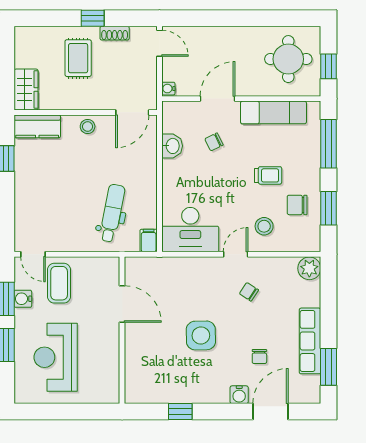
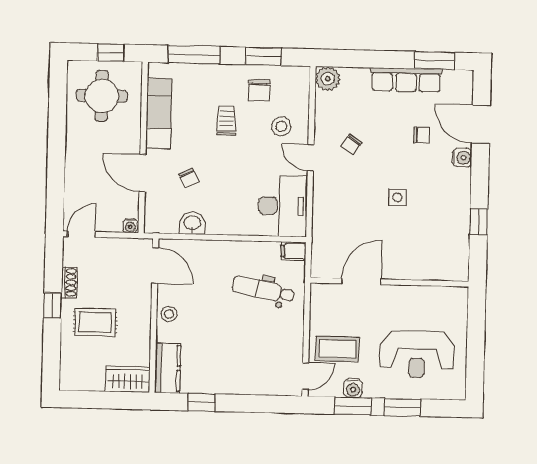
side table: (201, 335) -> (397, 197), width x0.54, depth x0.54

